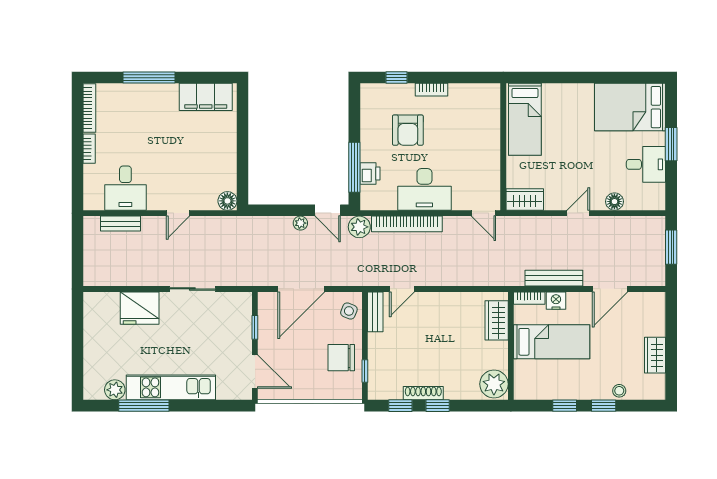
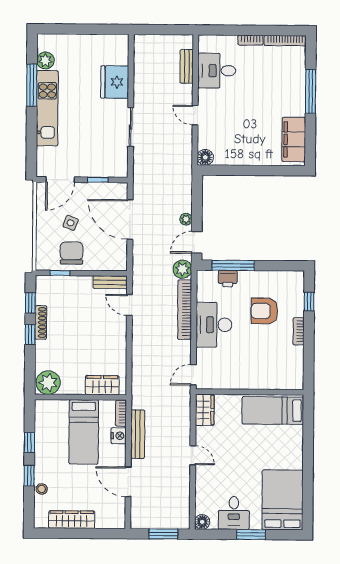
floor lamp: (614, 202) -> (202, 522), moved
side table: (349, 311) -> (71, 223), moved
wardrobe: (655, 355) -> (72, 520), width x1.50

